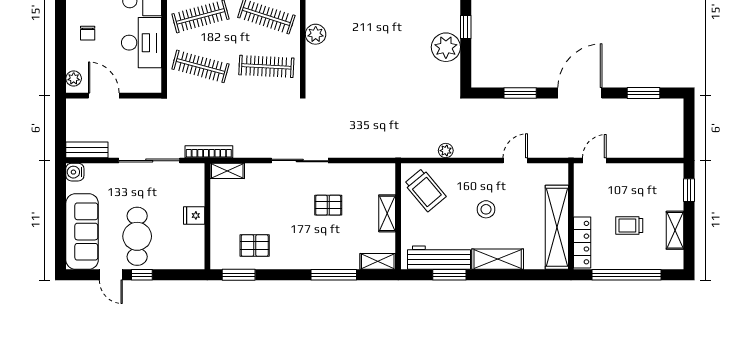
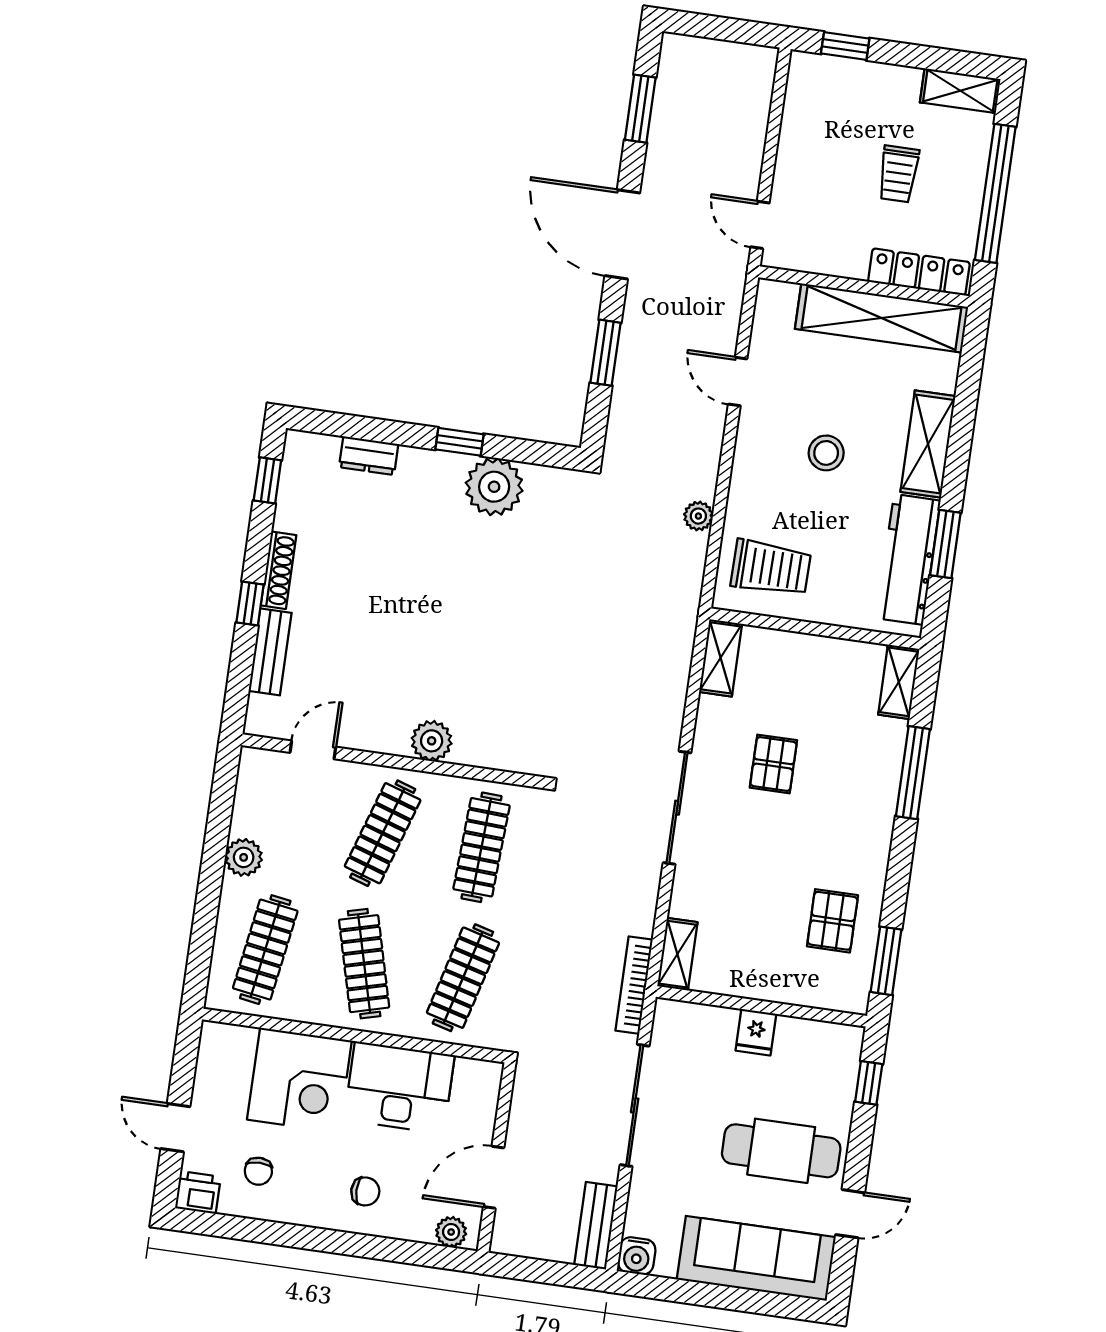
trolley: (425, 190) -> (771, 568), turned 41
shelving: (387, 213) -> (721, 658), moved, turned 90
shelving: (675, 230) -> (960, 91), moved
window: (142, 275) -> (869, 1083), moved

